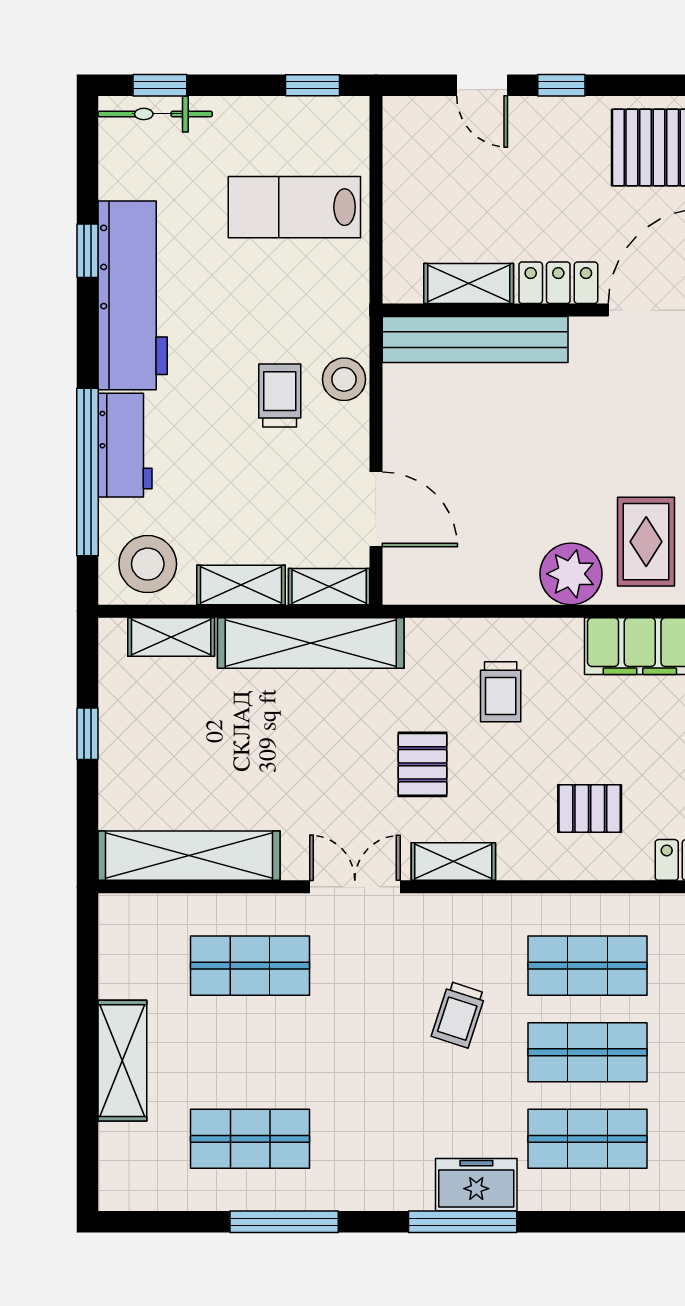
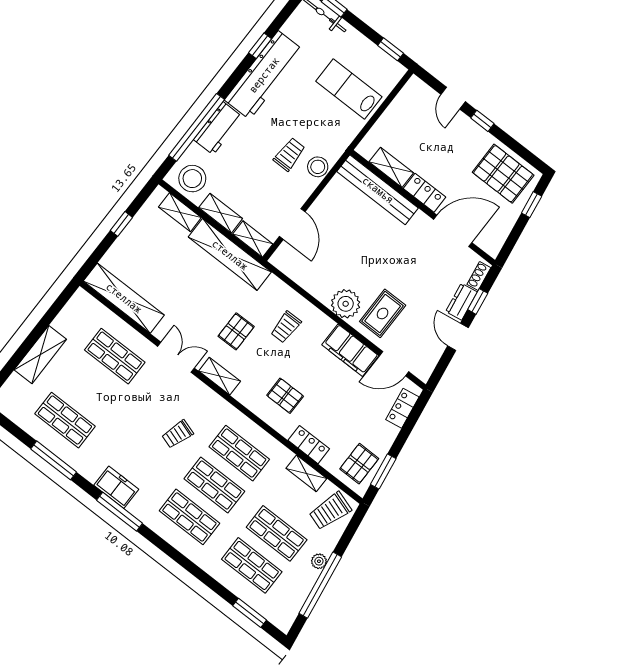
freezer: (476, 1185) -> (116, 487), moved

